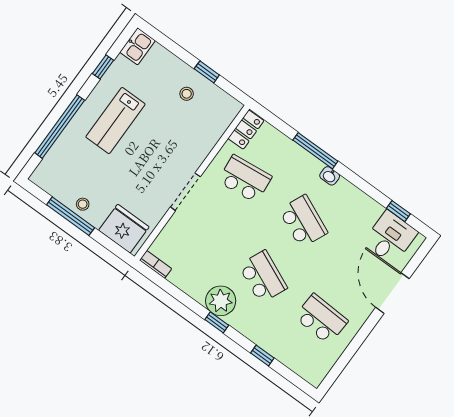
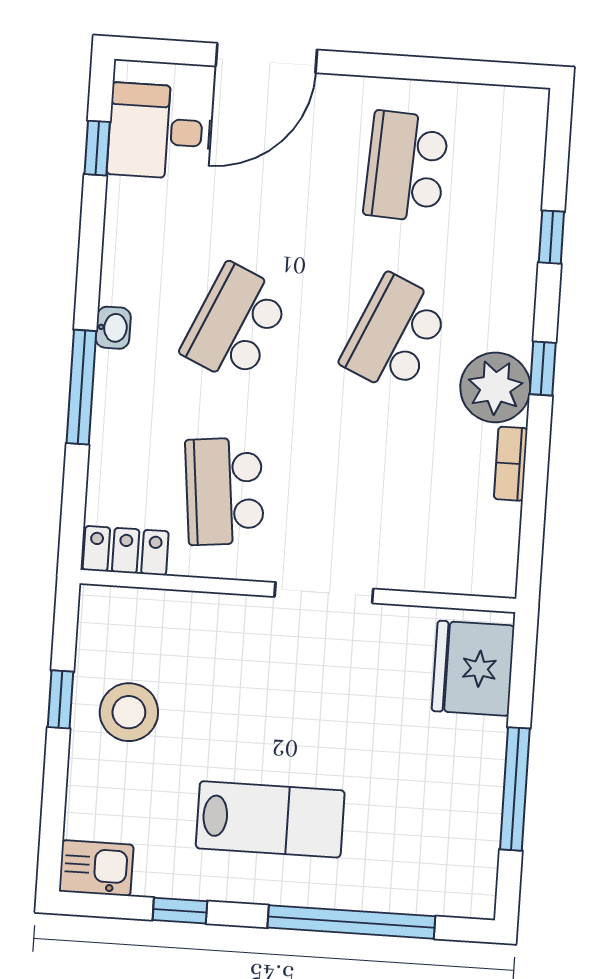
stool: (187, 94) -> (129, 712), width x1.89, depth x1.89
stool: (83, 204) -> (476, 780), removed
bookcase: (156, 264) -> (511, 464), moved

